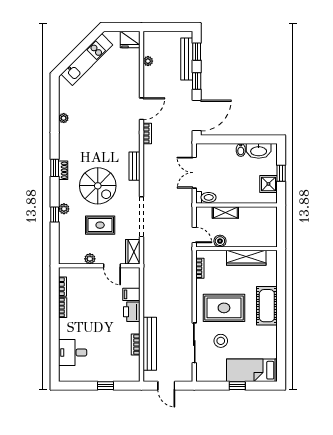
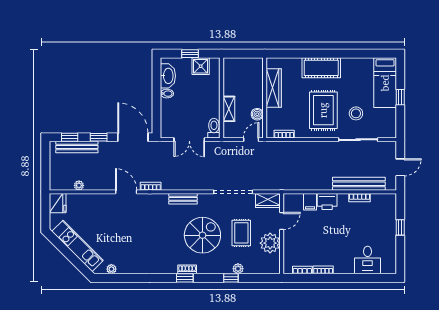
plant: (64, 118) -> (111, 269), moved
plant: (64, 209) -> (238, 269), moved
plant: (90, 259) -> (270, 243), width x1.88, depth x1.88

